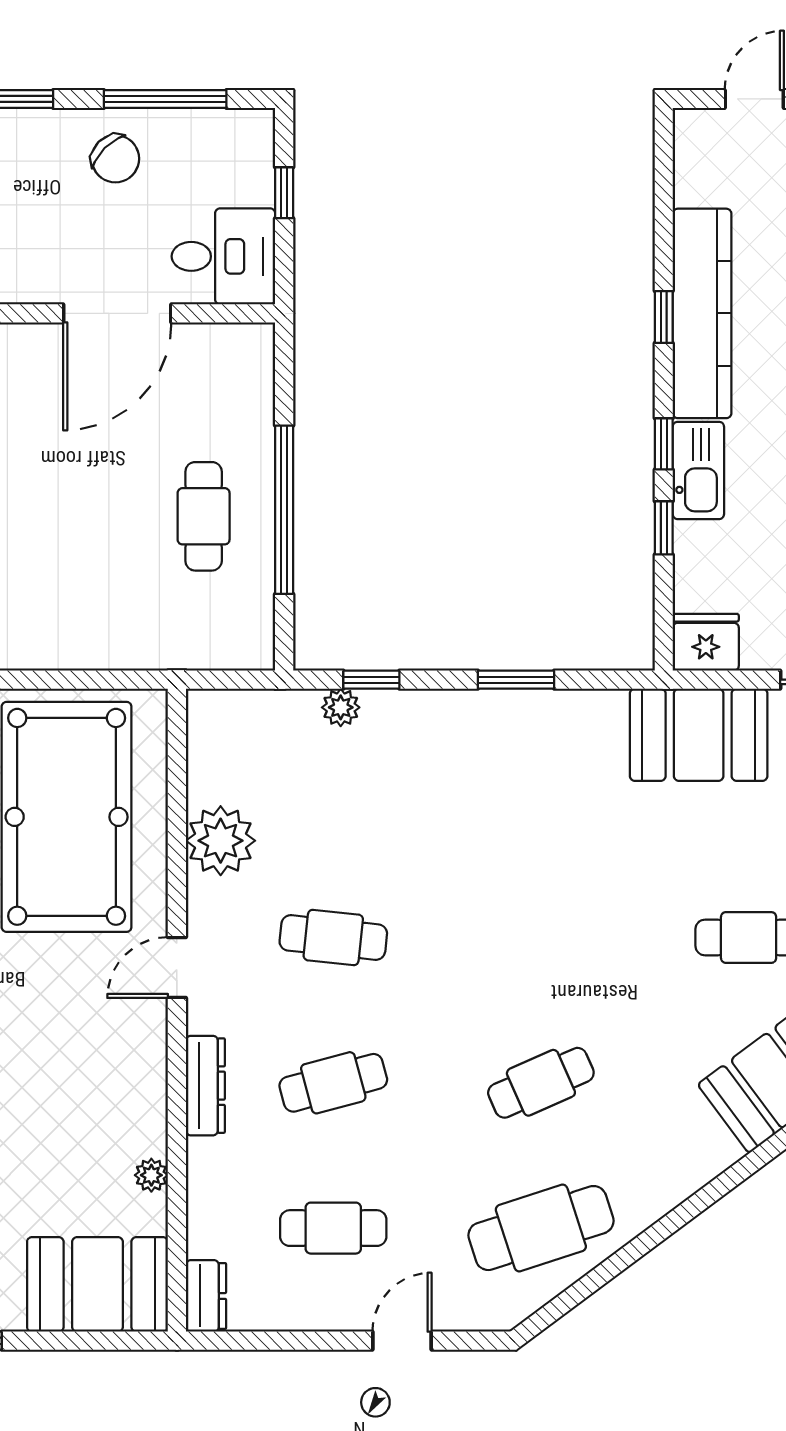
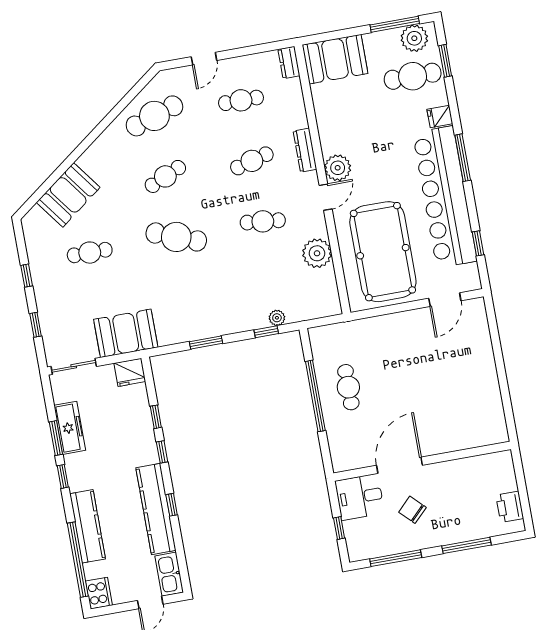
chair: (115, 159) -> (412, 510), moved
kitchen sink: (698, 470) -> (169, 574), moved
cafe table: (541, 937) -> (176, 237), added
plant: (151, 1175) -> (338, 168), moved, width x1.87, depth x1.87

